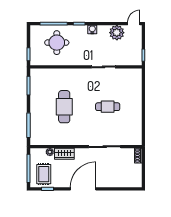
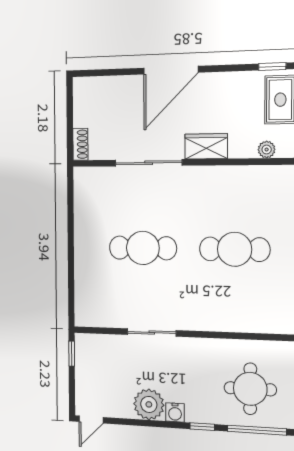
plant: (117, 33) -> (149, 404), moved
cafe table: (64, 107) -> (235, 249), turned 90
cafe table: (108, 107) -> (143, 248), width x1.37, depth x1.35
wardrobe: (64, 154) -> (206, 146), moved
door: (83, 189) -> (171, 70), moved

